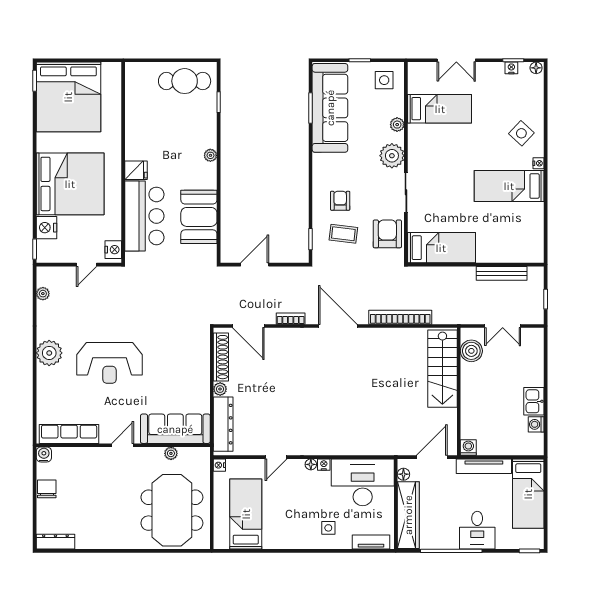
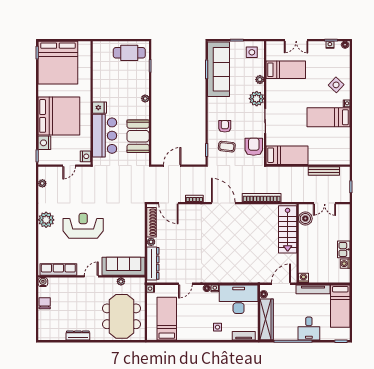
reception desk: (110, 363) -> (83, 226), turned 180
dresser: (55, 542) -> (78, 336), moved

